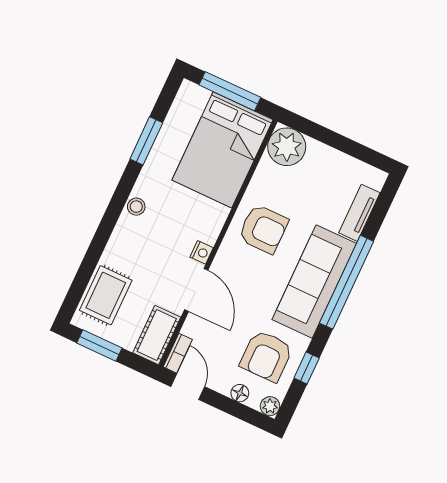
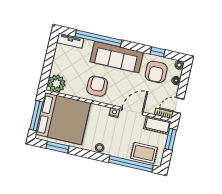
window: (146, 141) -> (58, 147), moved
bed: (222, 150) -> (63, 119), width x1.36
tv unit: (359, 213) -> (70, 41), moved
window: (89, 264) -> (131, 164), added
window: (347, 282) -> (98, 38), moved
window: (99, 345) -> (171, 139), moved
armchair: (266, 356) -> (156, 72), turned 90

